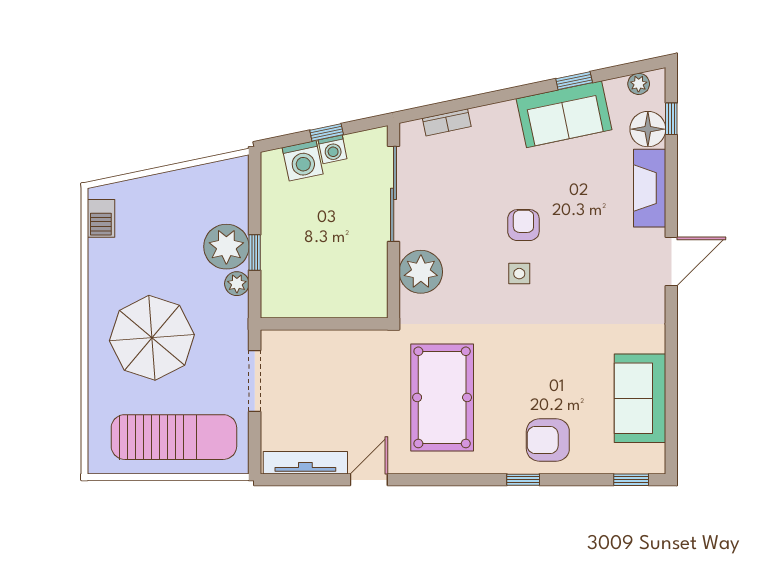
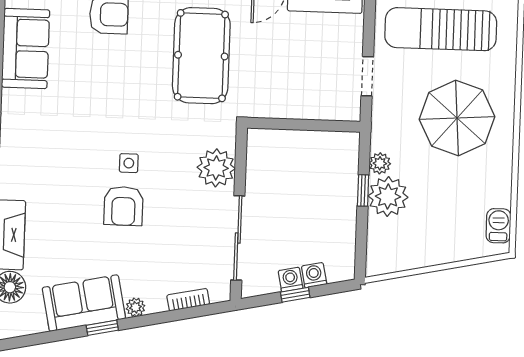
window: (574, 81) -> (102, 328), moved
plant: (639, 84) -> (136, 307), moved
washing machine: (303, 161) -> (314, 275), width x0.73, depth x0.73
armchair: (523, 225) -> (123, 206), width x1.38, depth x1.38
doorway: (255, 381) -> (367, 76), width x0.73

